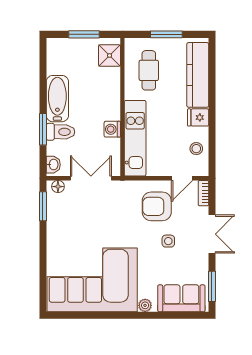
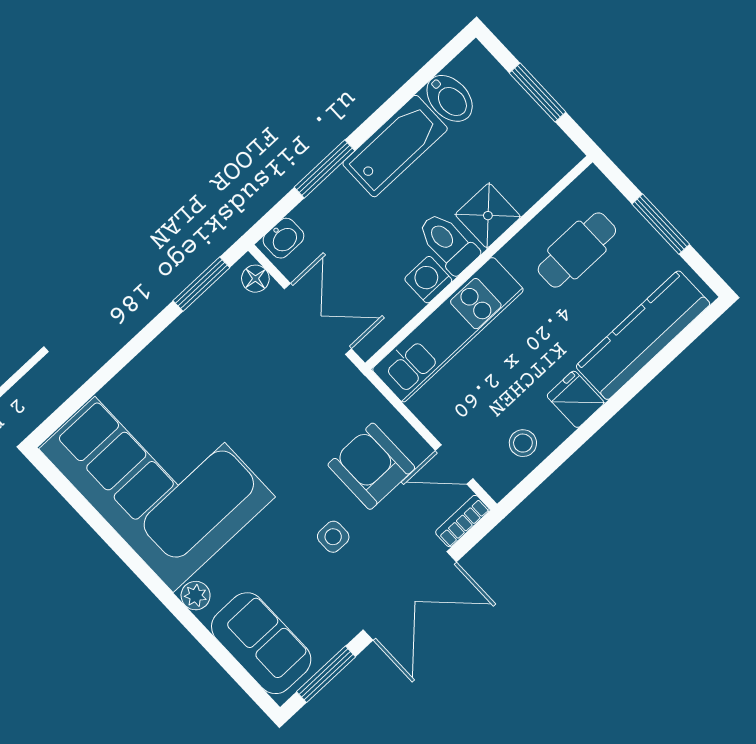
shower: (110, 55) -> (488, 216), moved
bidet: (58, 66) -> (450, 98), added
toilet: (61, 132) -> (448, 243), moved, turned 180
double door: (212, 234) -> (410, 596), width x1.37

